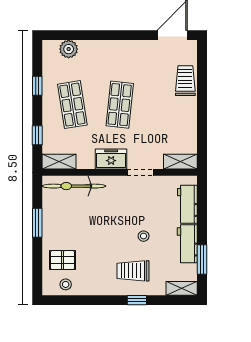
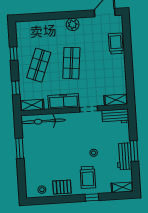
plant: (69, 49) -> (73, 24), moved
shop shelf: (72, 105) -> (39, 65), turned 30
freezer: (111, 159) -> (64, 101), width x1.40
workbench: (187, 204) -> (115, 116), moved, turned -90
window: (202, 259) -> (134, 151), moved
pallet: (63, 260) -> (62, 187), moved
trolley: (133, 271) -> (88, 177), turned -90

